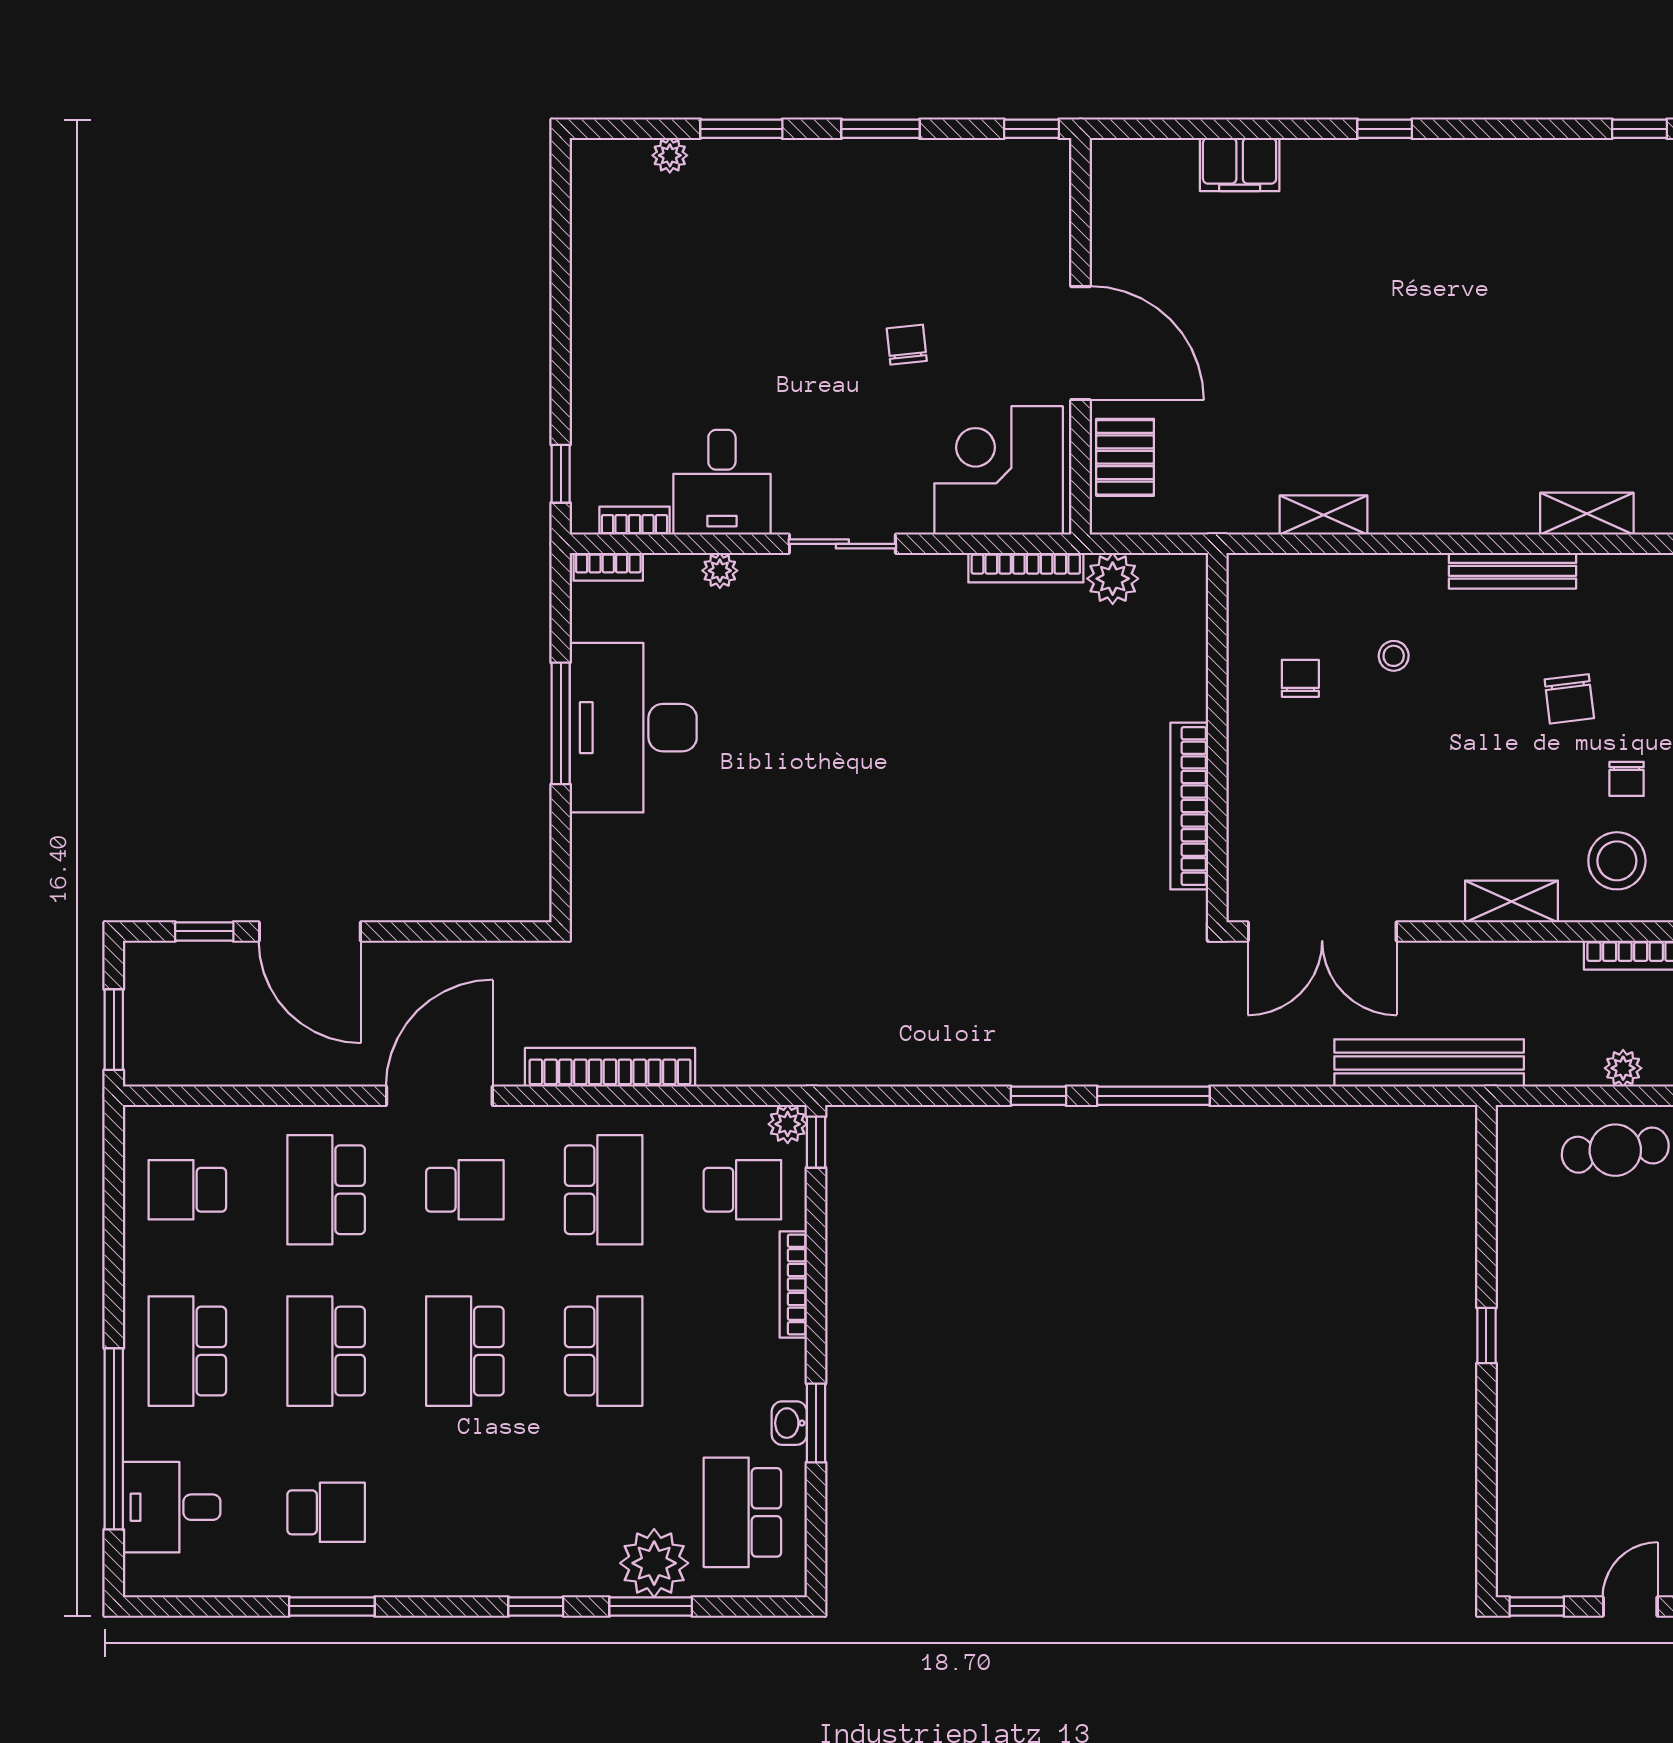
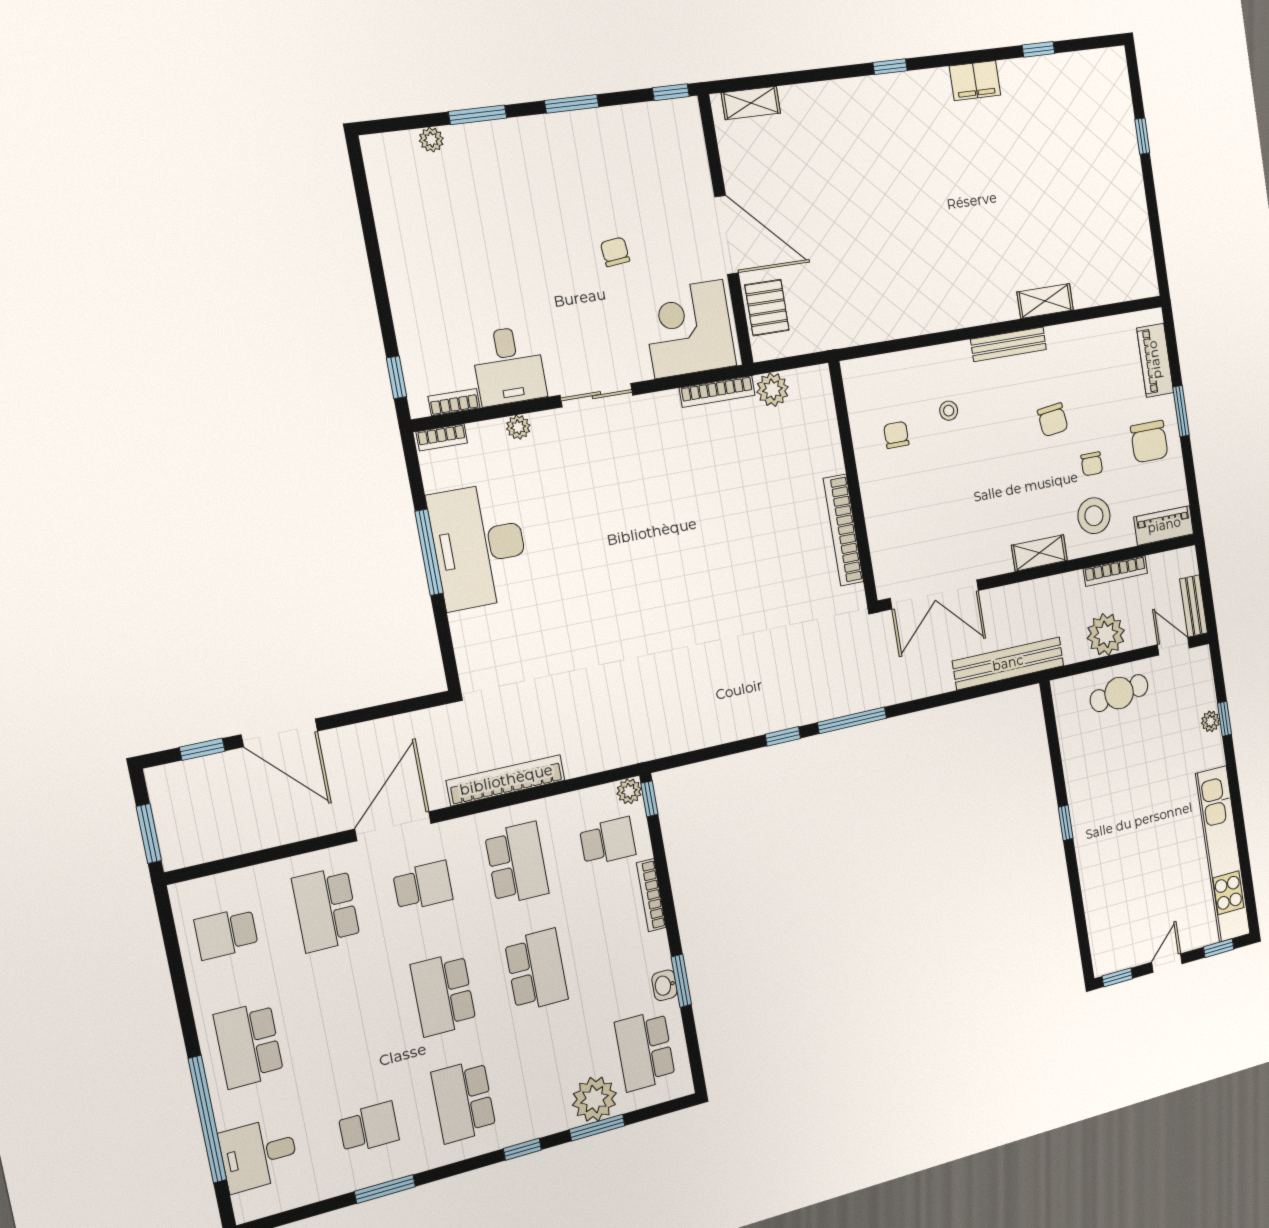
filing cabinet: (1240, 164) -> (975, 81), moved
shelving: (1324, 515) -> (751, 103), moved
plant: (1623, 1068) -> (1106, 634), width x1.88, depth x1.88
school desk: (326, 1351) -> (464, 1101), moved

